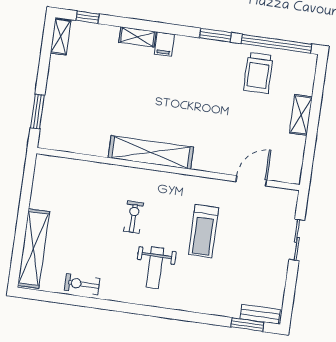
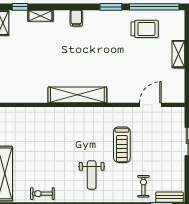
shelving: (137, 37) -> (40, 16), moved
trolley: (258, 73) -> (145, 29), turned -90
exercise bike: (133, 217) -> (143, 186), moved

